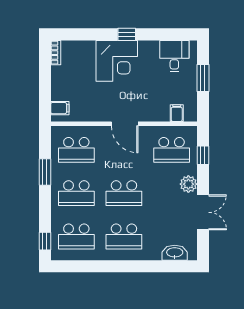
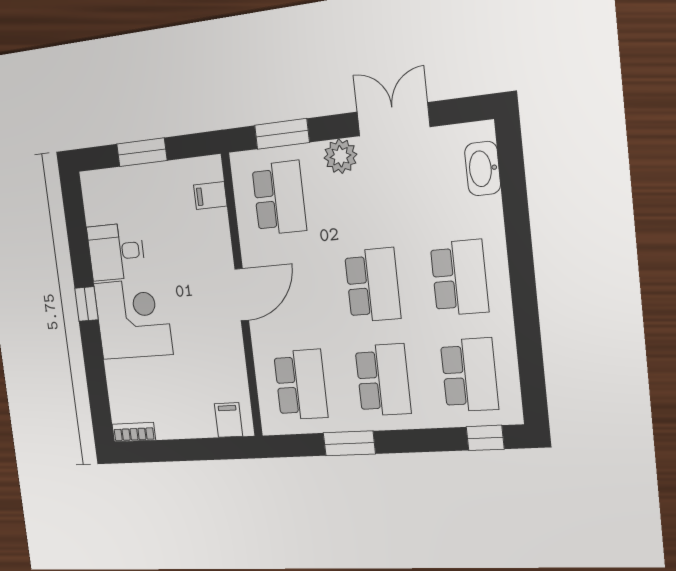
desk: (174, 56) -> (116, 252), moved
window: (203, 155) -> (282, 134), width x1.50

